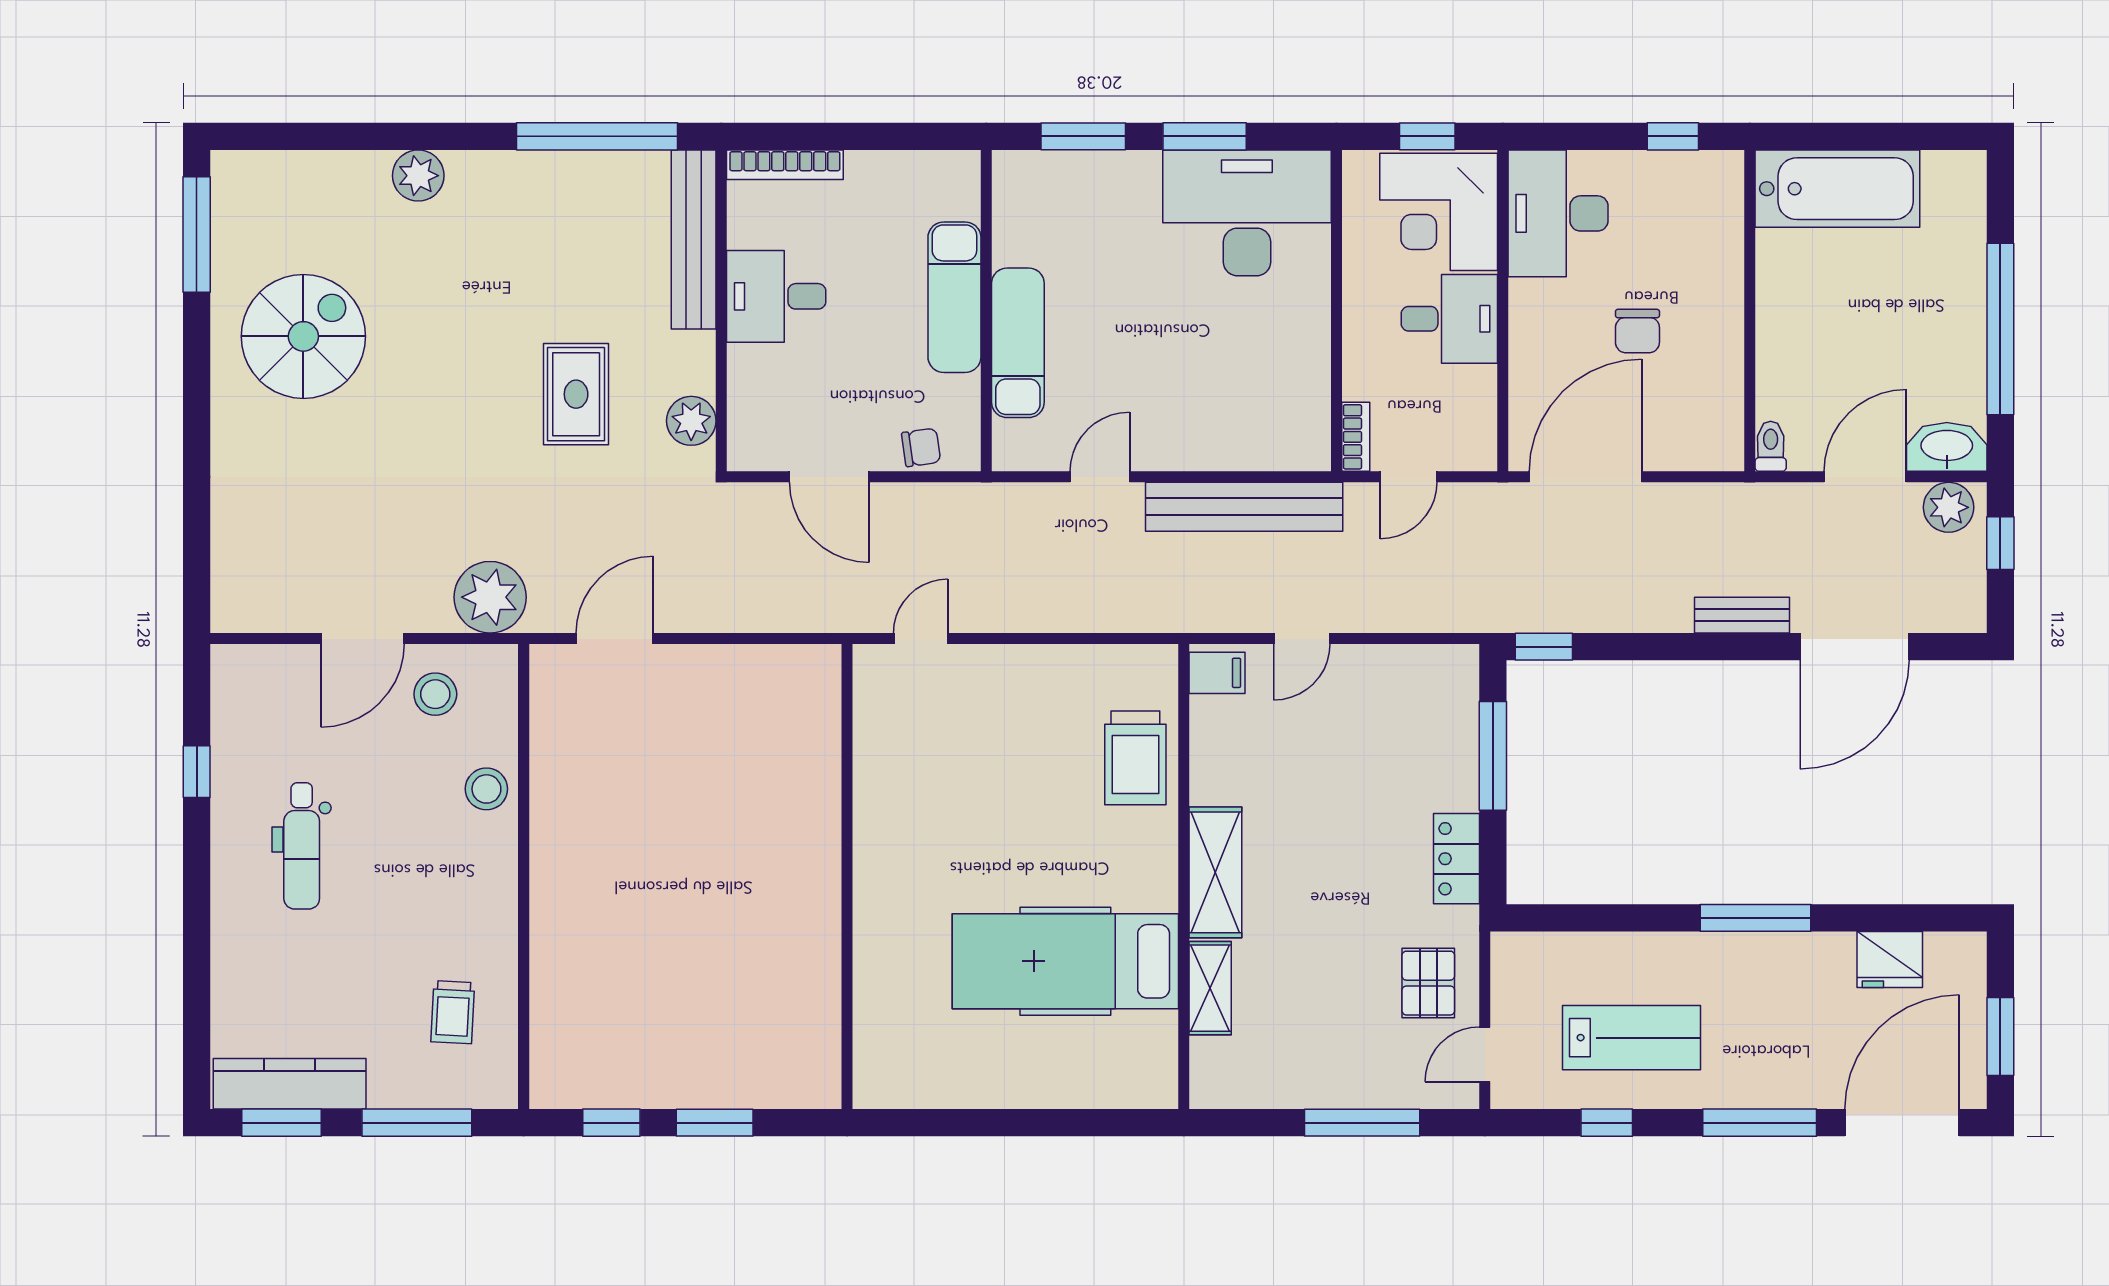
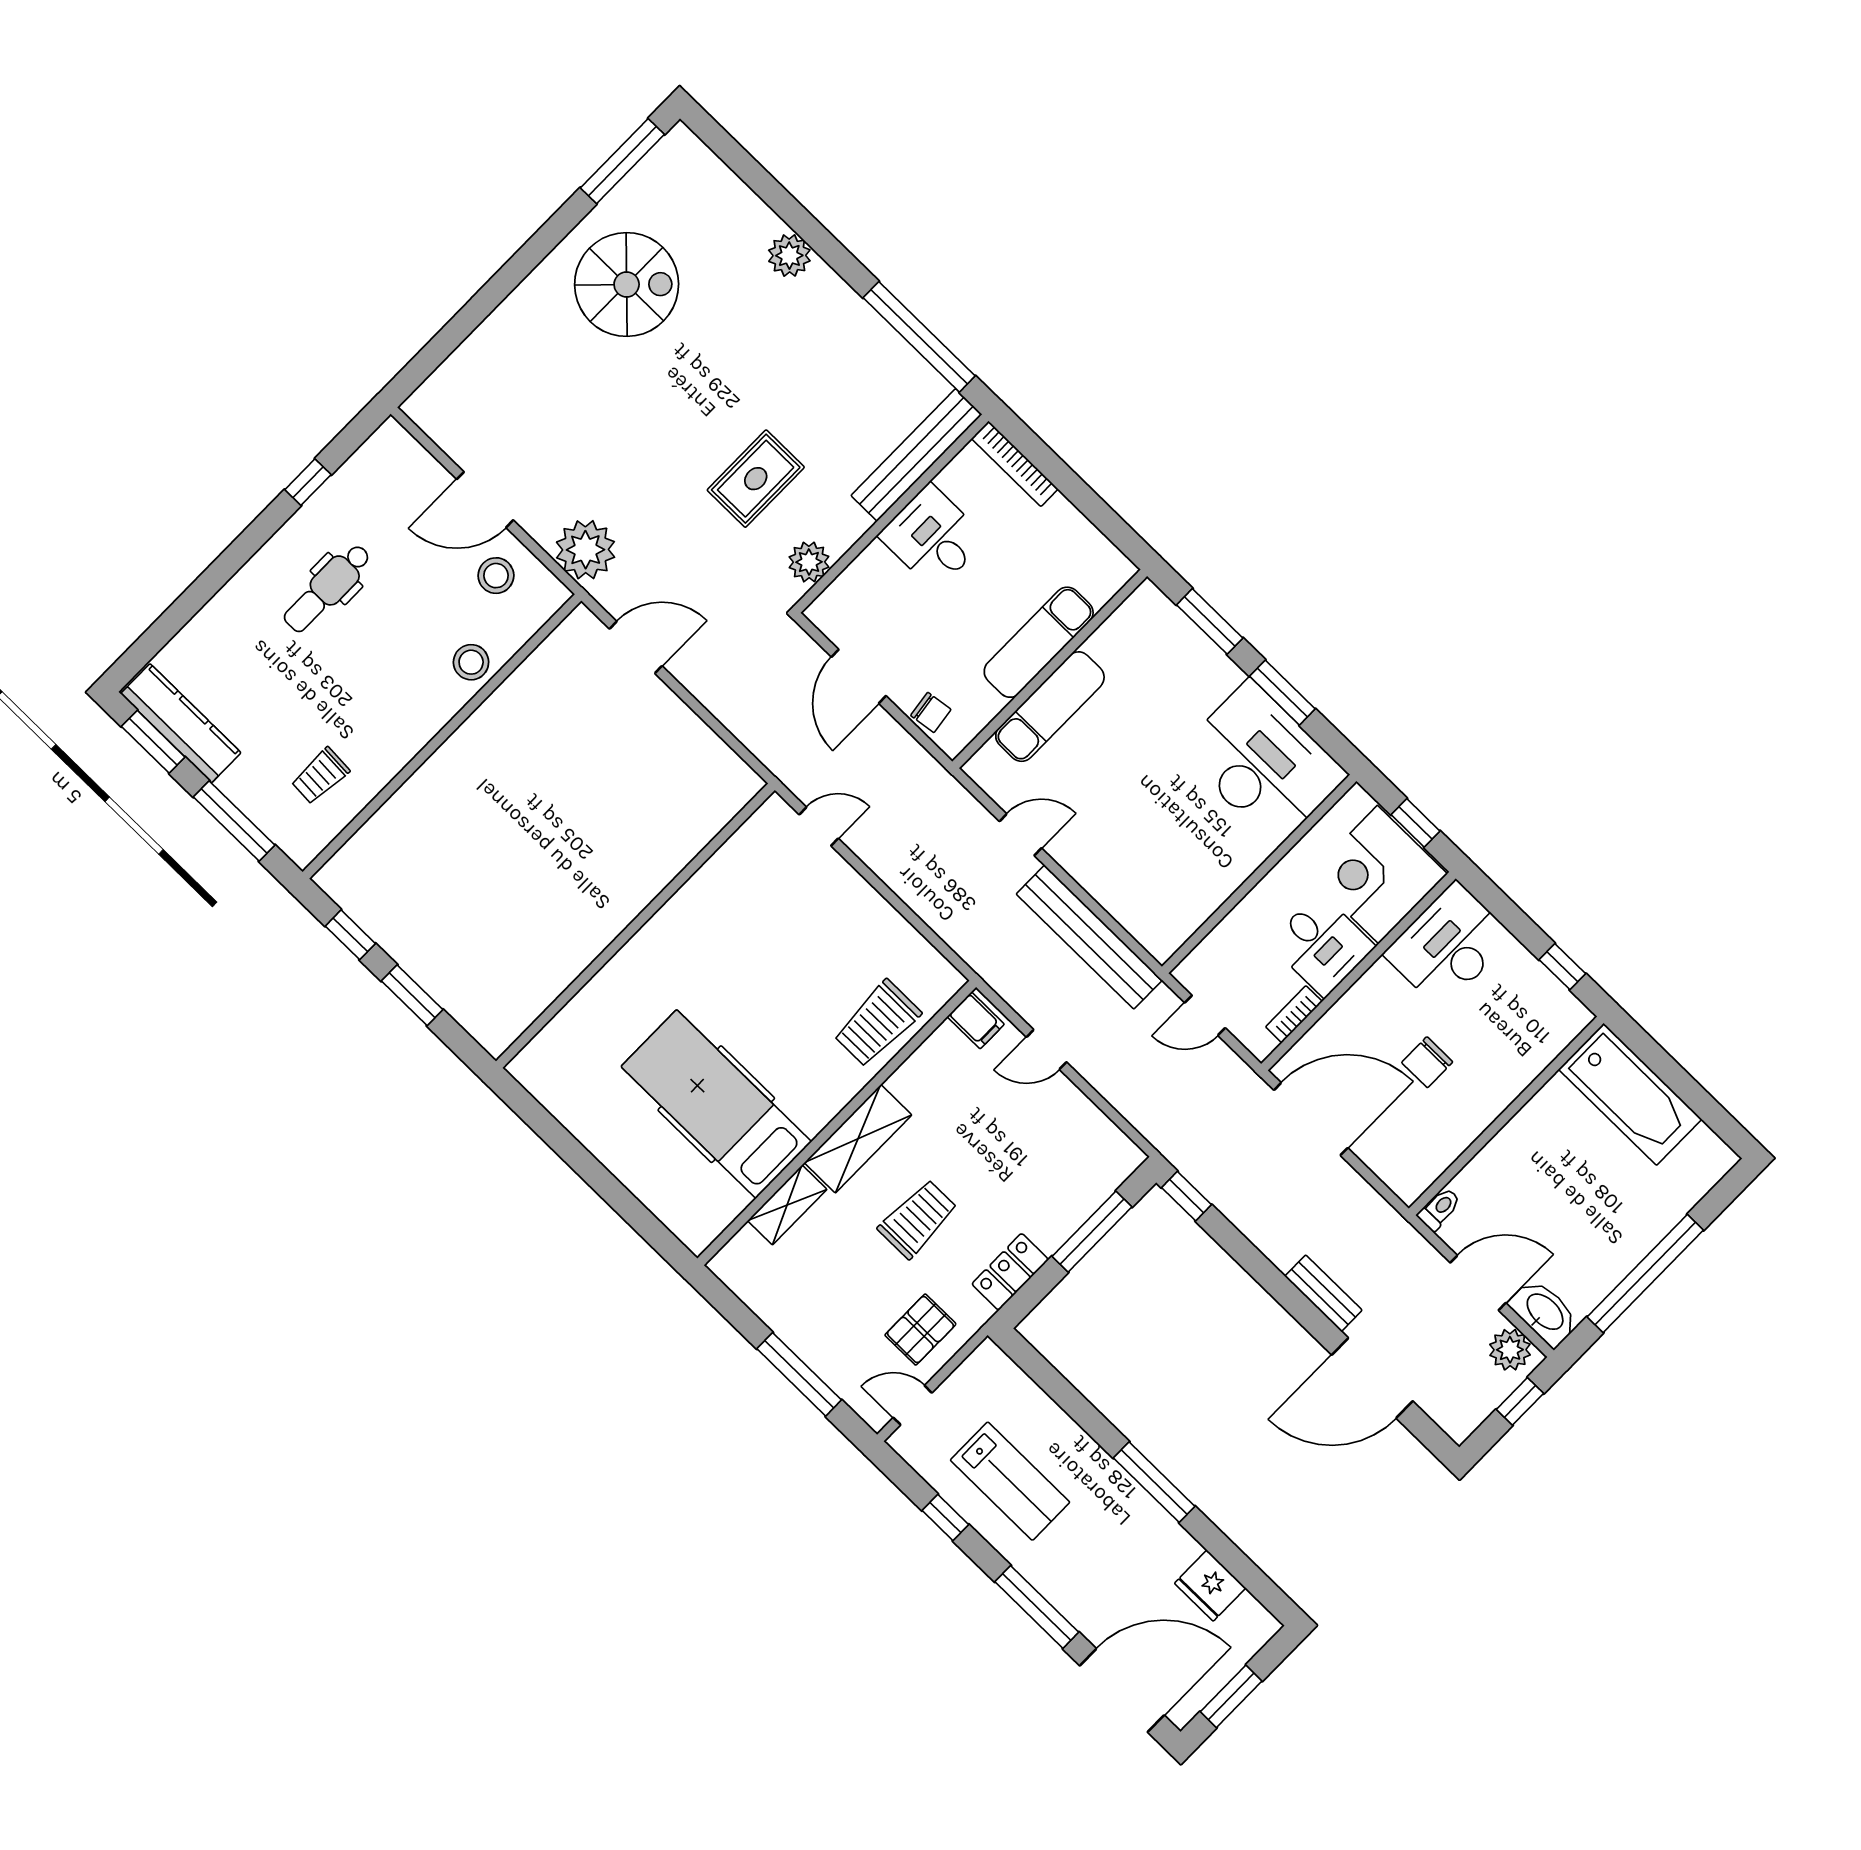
bookcase: (1356, 437) -> (1294, 1014), moved, turned 180
trolley: (1333, 891) -> (918, 1219), added

